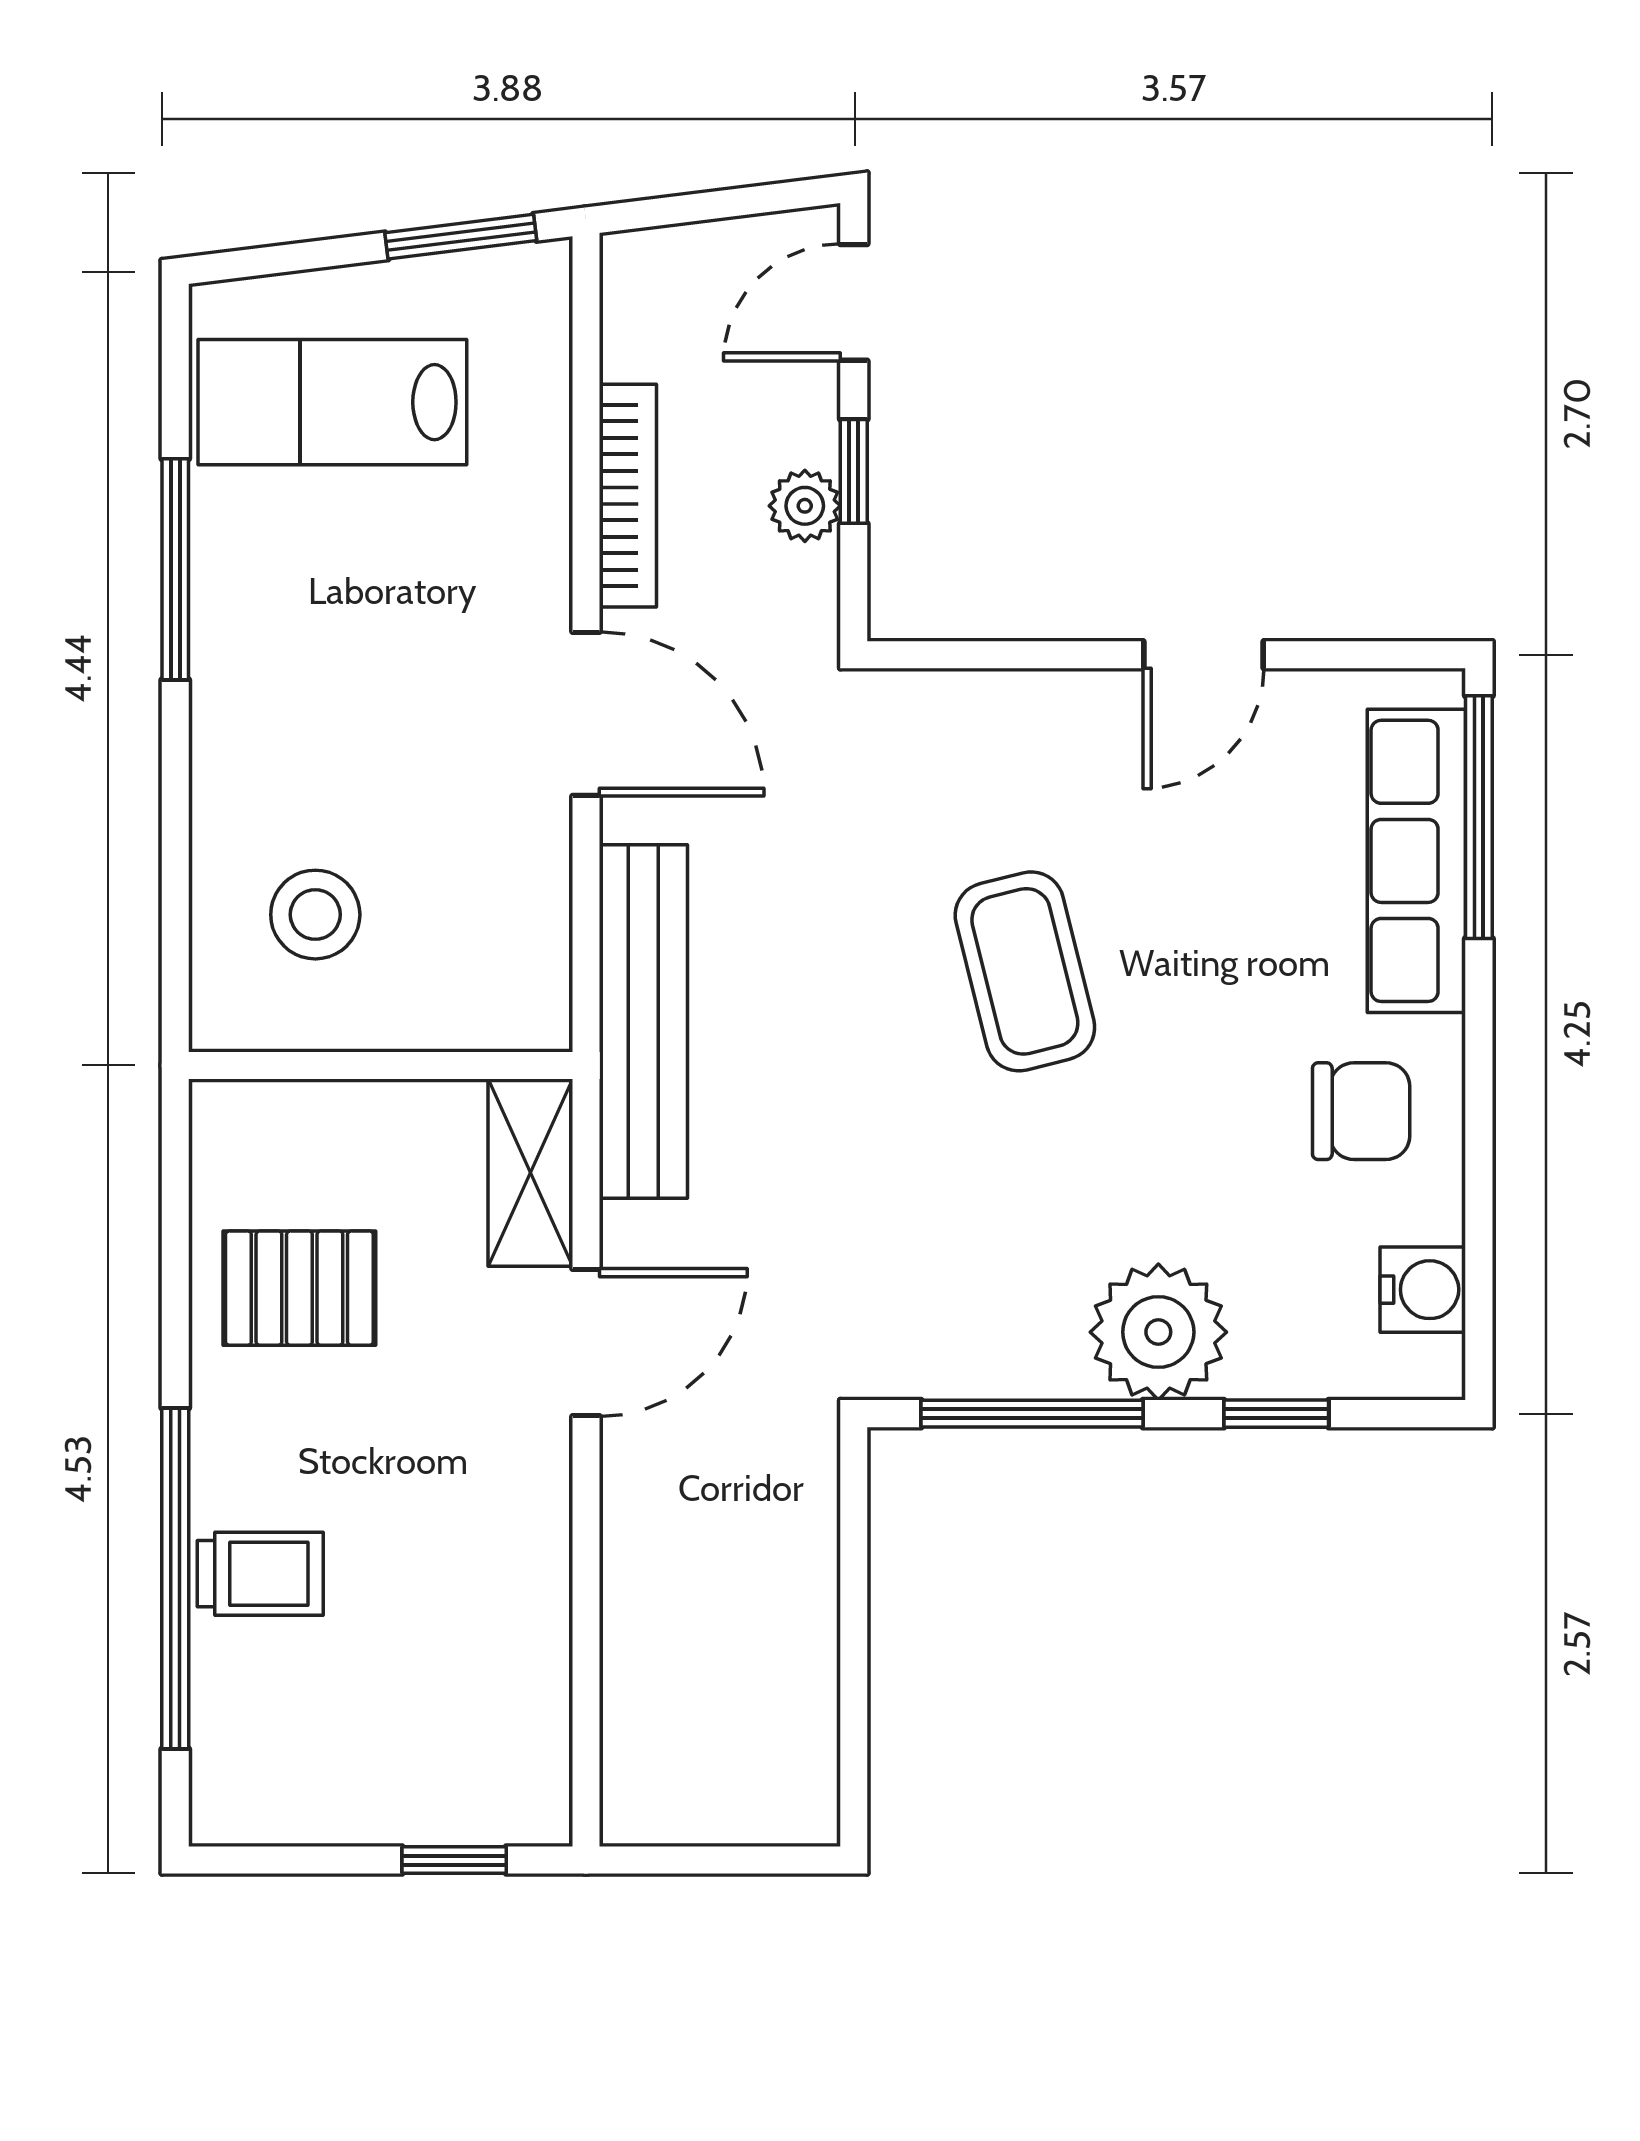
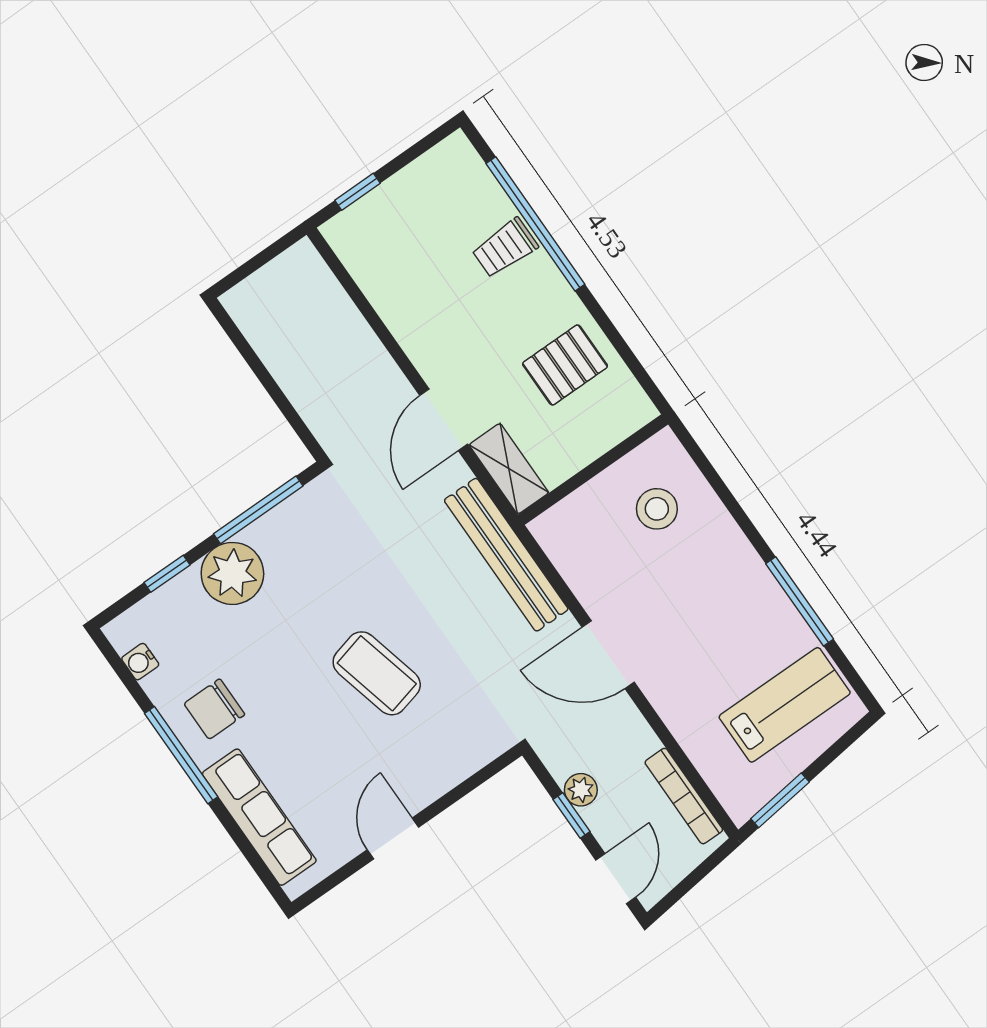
bookcase: (628, 496) -> (684, 796), moved
window: (1479, 817) -> (181, 755), moved
water cooler: (1423, 1290) -> (140, 662), width x0.72, depth x0.72

